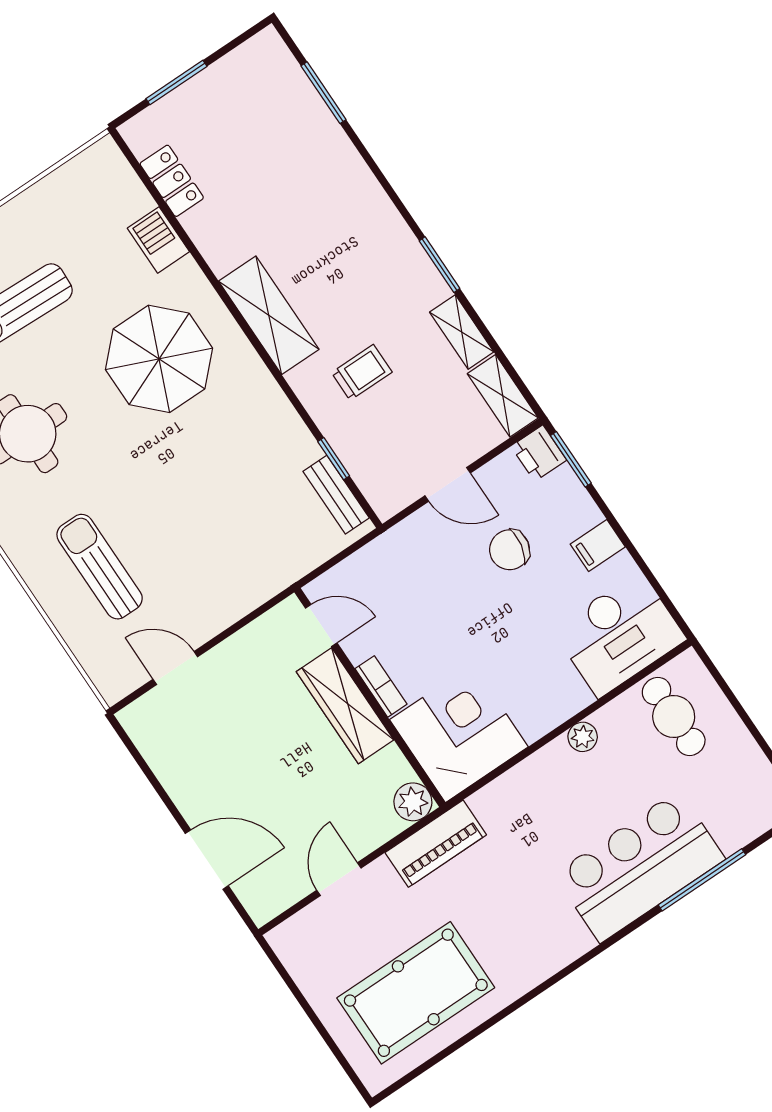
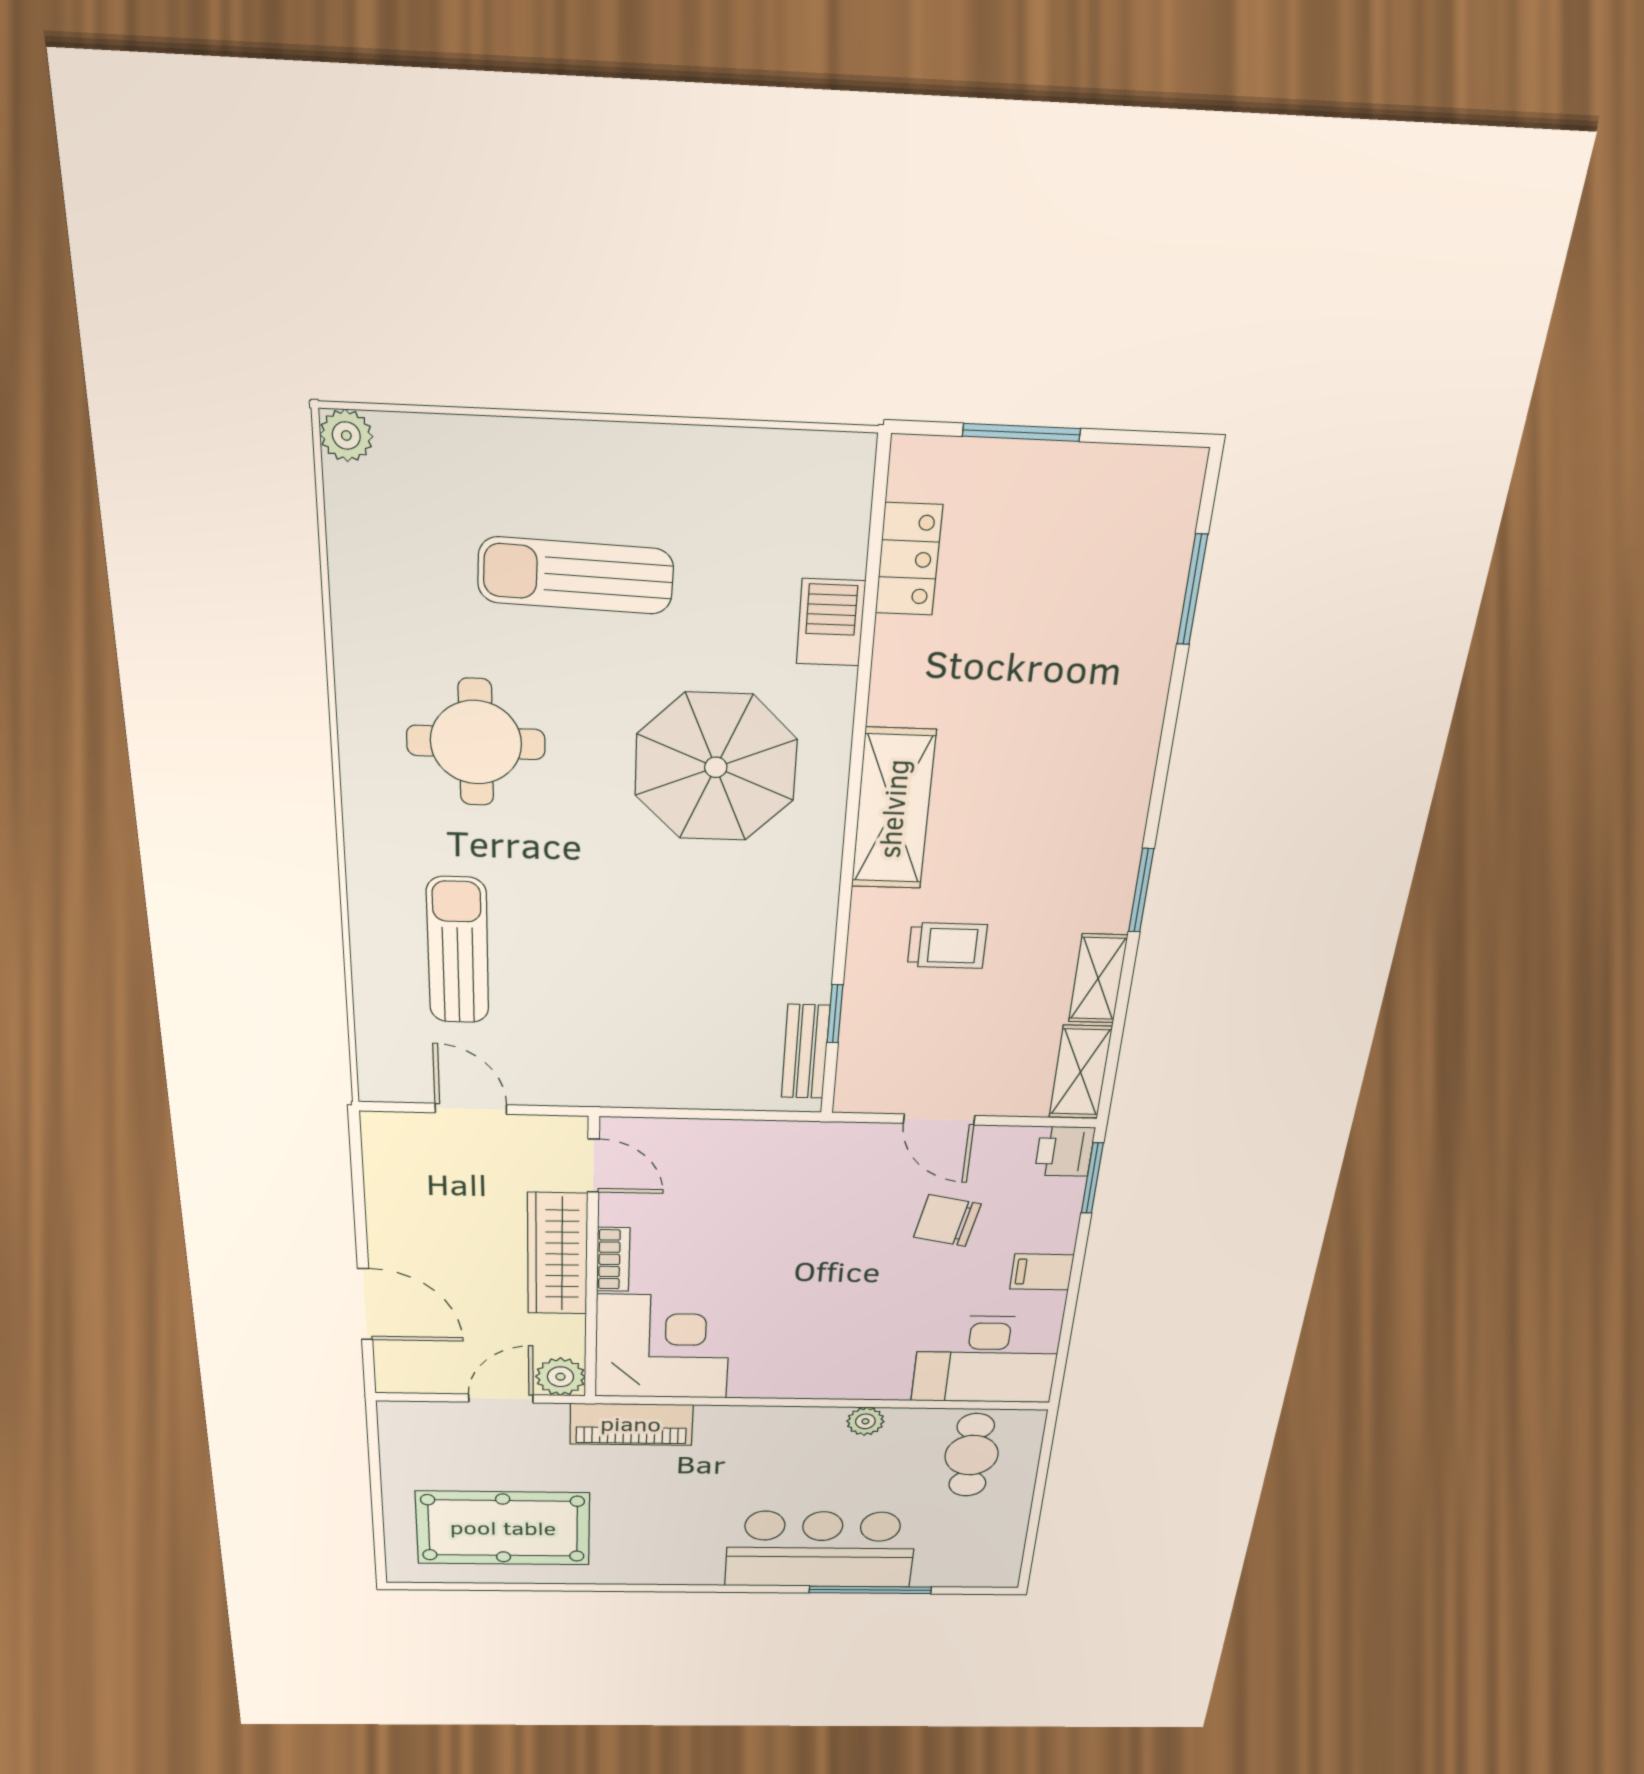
door: (321, 625) -> (593, 1166), moved
bookcase: (381, 686) -> (613, 1259), moved
wall: (370, 698) -> (592, 1262), moved
wardrobe: (345, 706) -> (557, 1254), moved
corner desk: (459, 733) -> (662, 1347), moved
plant: (413, 802) -> (560, 1377), moved

